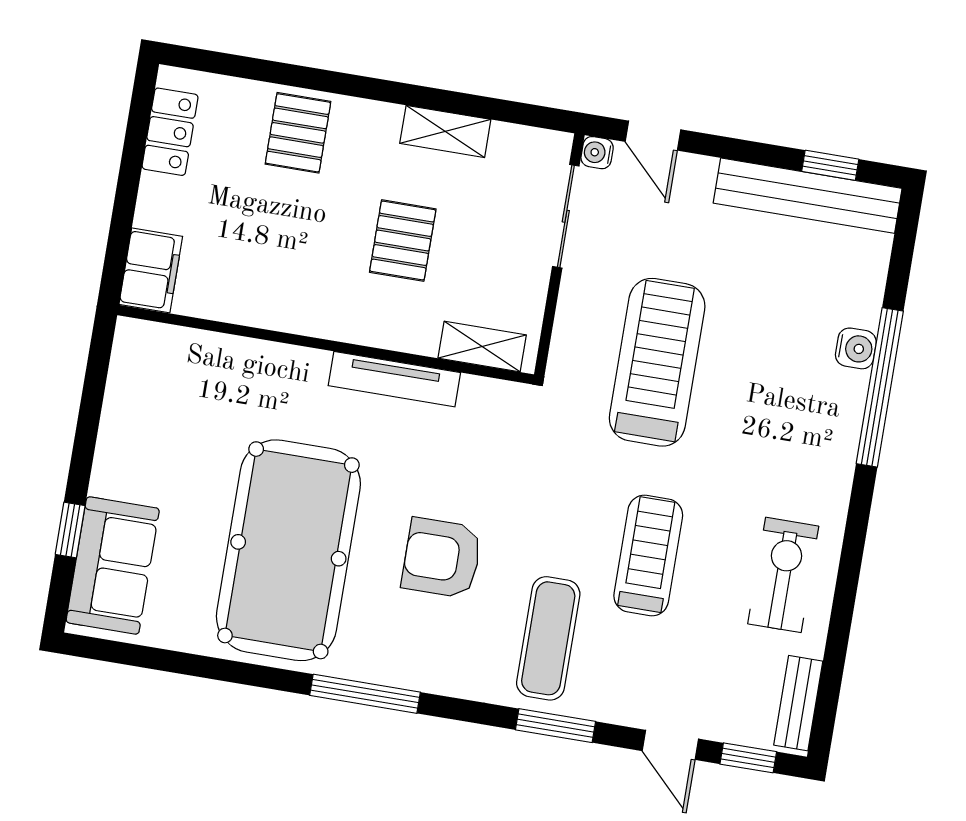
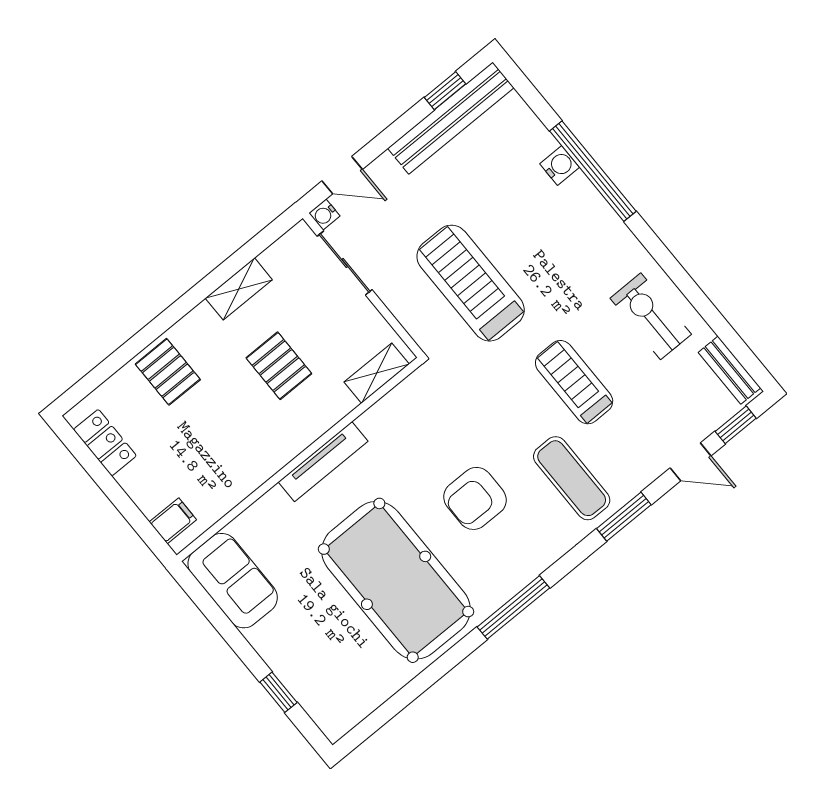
filing cabinet: (151, 270) -> (173, 521), width x0.50
tv unit: (394, 379) -> (323, 462), moved
sofa: (113, 565) -> (233, 581), moved

